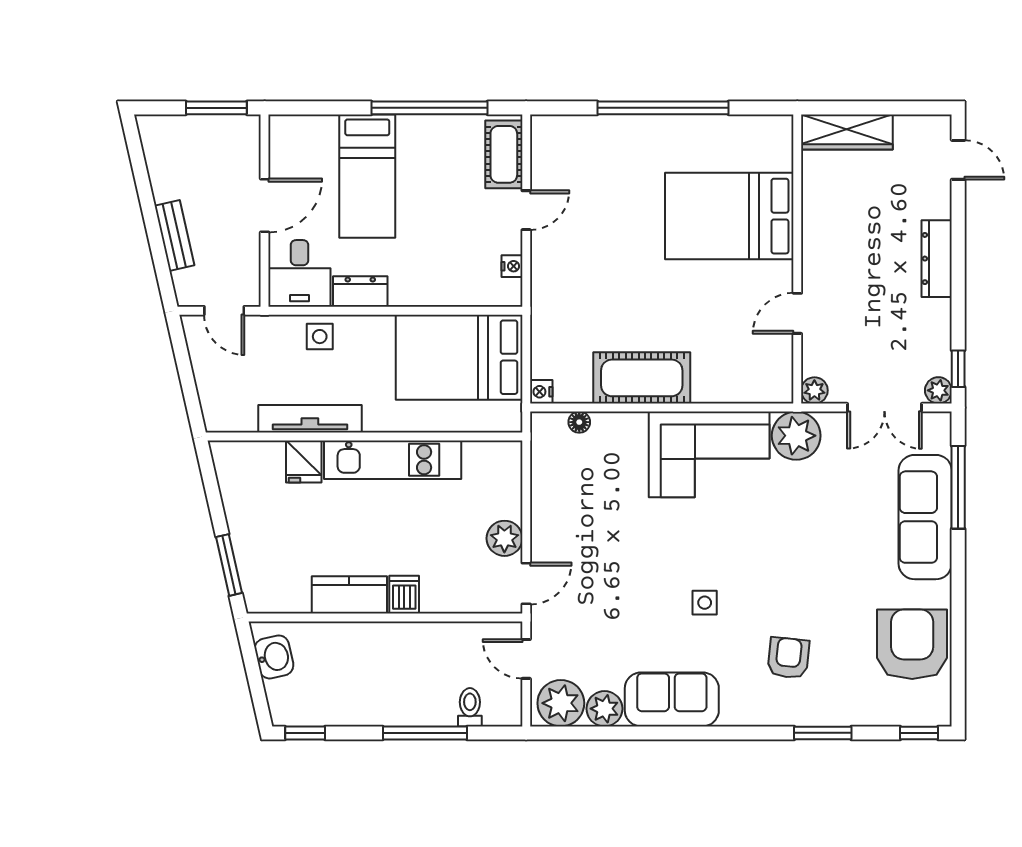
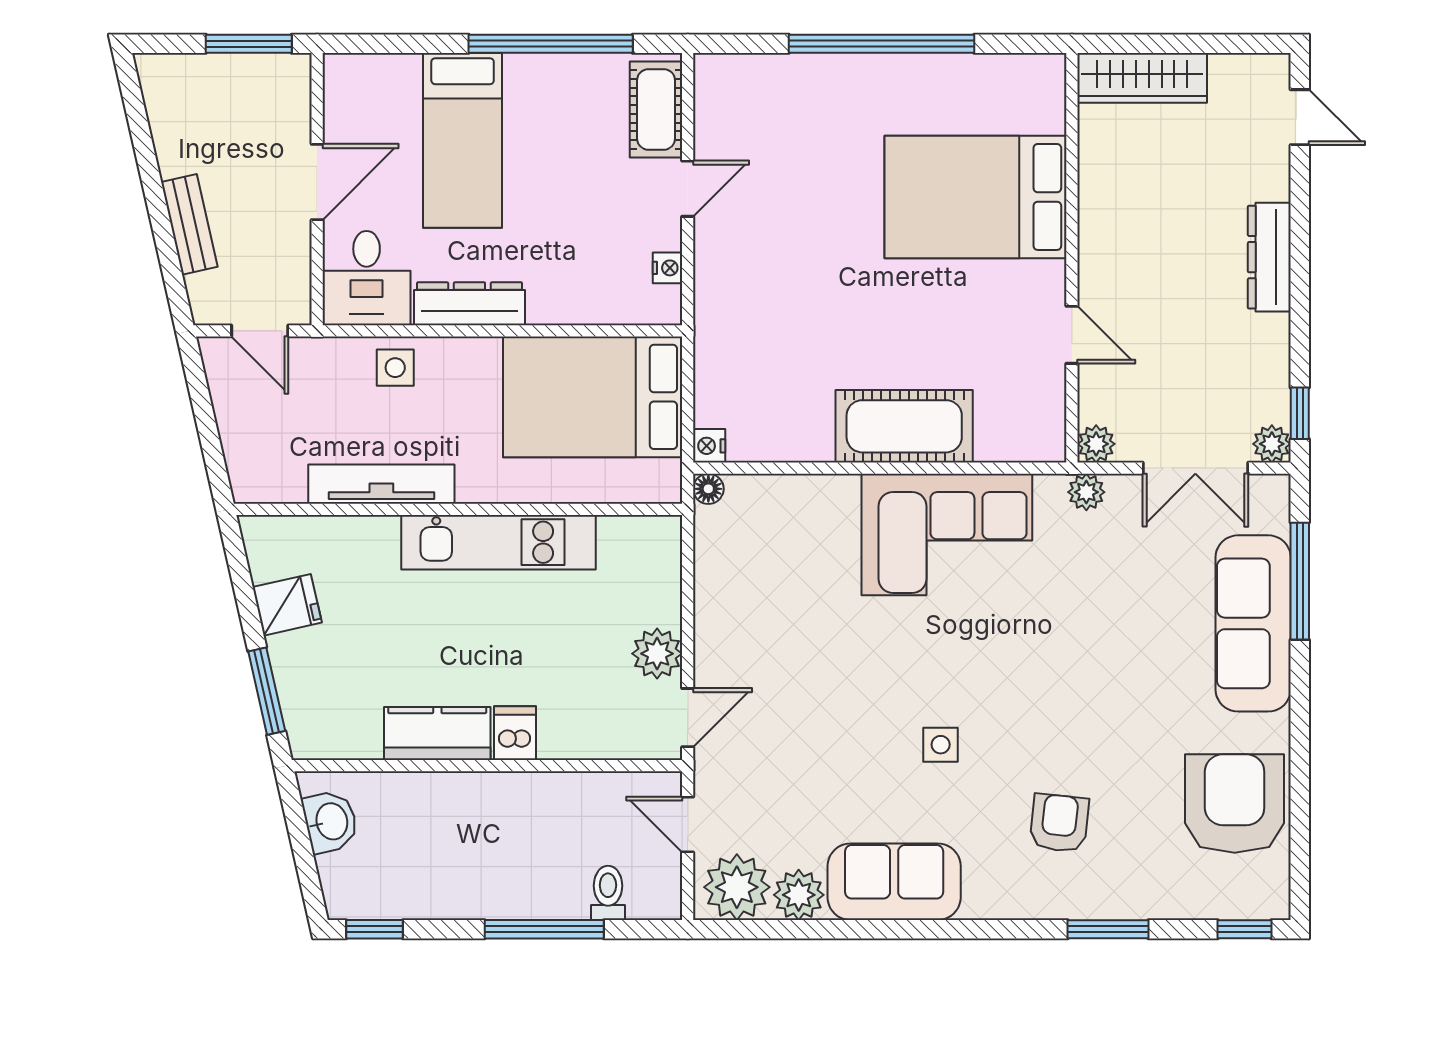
dresser: (360, 291) -> (469, 304), width x1.44
door: (797, 313) -> (1072, 335), swing flipped
cot: (642, 378) -> (904, 426), moved
floor lamp: (579, 422) -> (708, 489), moved
plant: (796, 436) -> (1086, 492), width x0.53, depth x0.53
fridge: (304, 462) -> (287, 605), moved, turned -103

